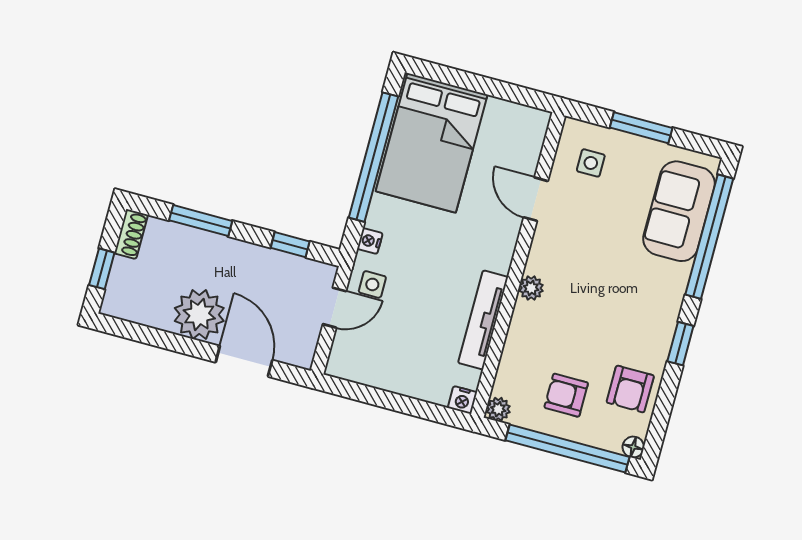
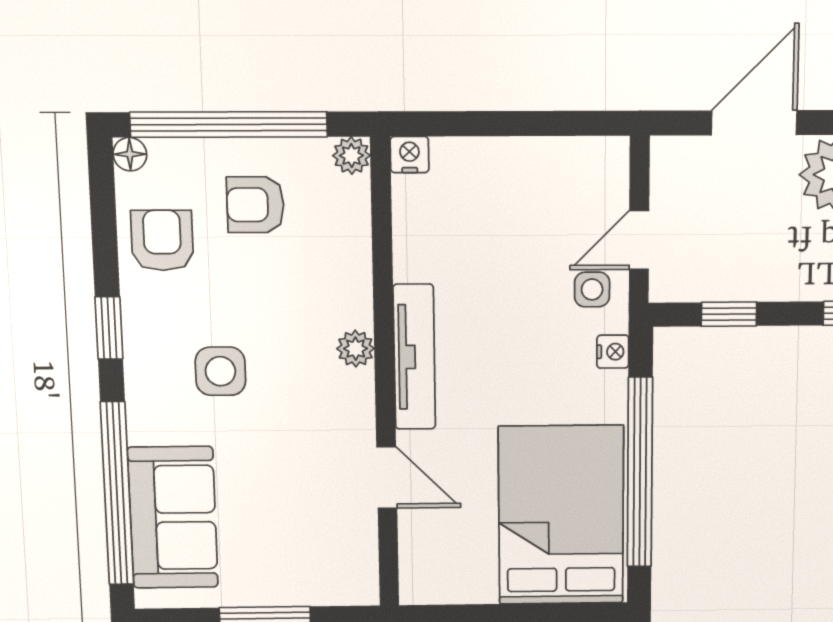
side table: (591, 163) -> (220, 371), moved, width x1.37, depth x1.37
tv unit: (483, 320) -> (414, 357), moved
door: (244, 361) -> (754, 123), swing flipped
armchair: (566, 395) -> (255, 205), turned 180

